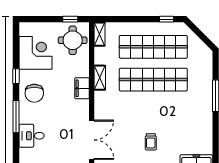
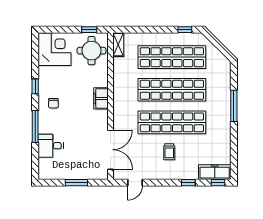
corner desk: (35, 53) -> (55, 49), moved
shelving: (100, 78) -> (118, 88), removed
chair: (34, 93) -> (53, 103), width x0.54, depth x0.54
shop shelf: (153, 112) -> (172, 122), added

